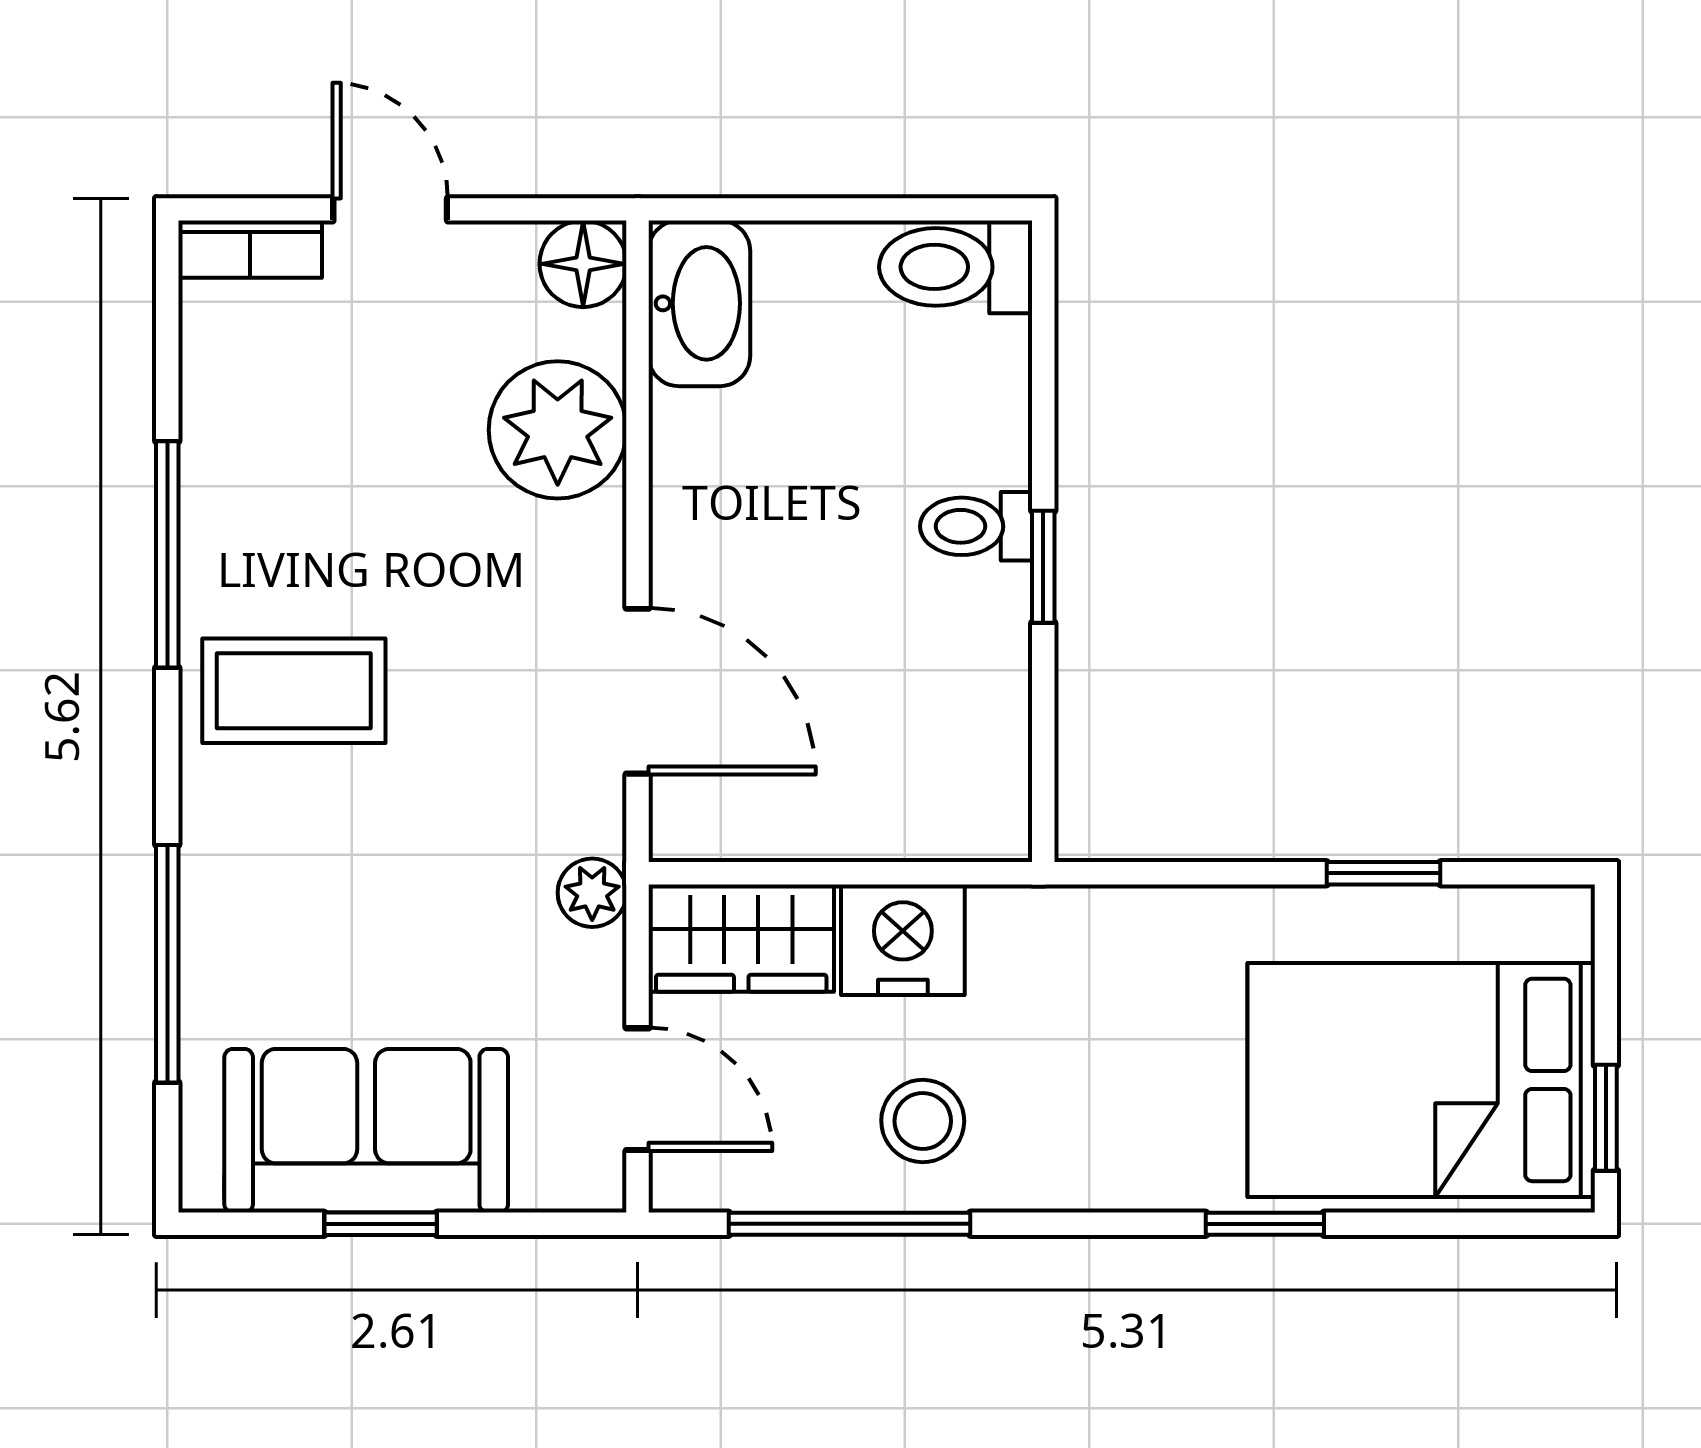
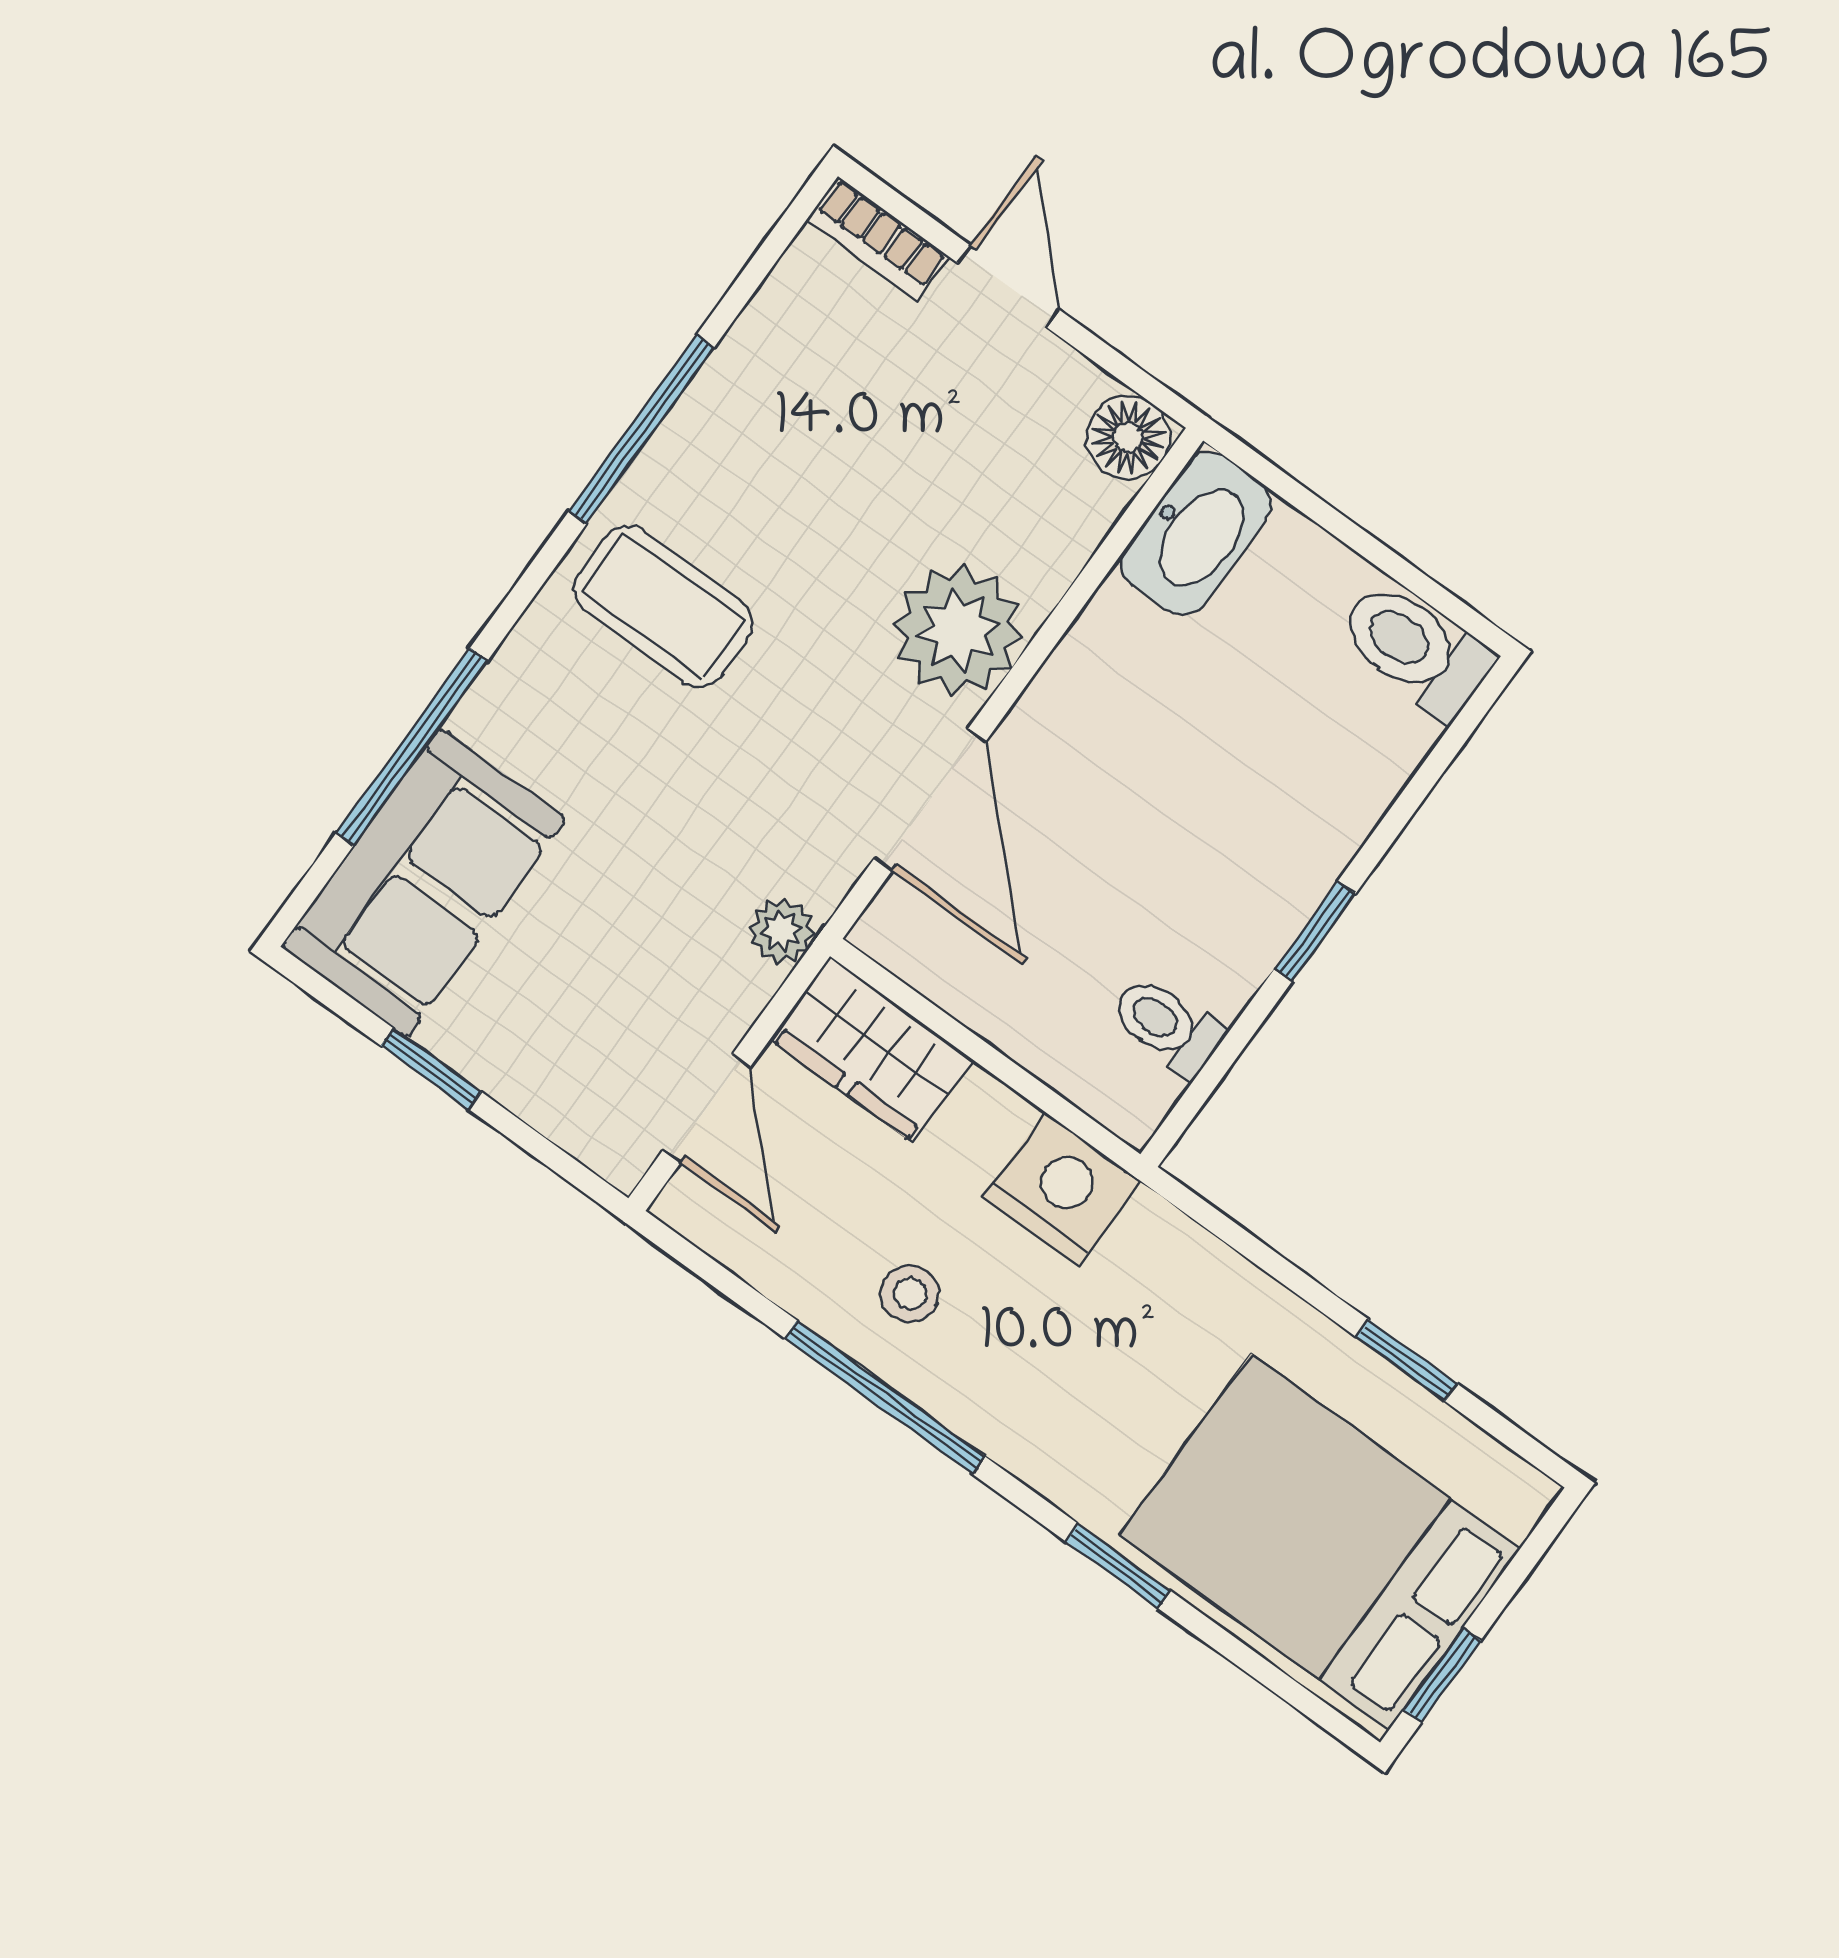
plant: (558, 430) -> (958, 630), moved
toilet: (976, 526) -> (1167, 1026), moved
nightstand: (903, 940) -> (1062, 1189), moved
stool: (923, 1121) -> (910, 1294), width x0.73, depth x0.73
sofa: (366, 1131) -> (424, 883), moved, turned 90
window: (849, 1224) -> (885, 1397), moved

